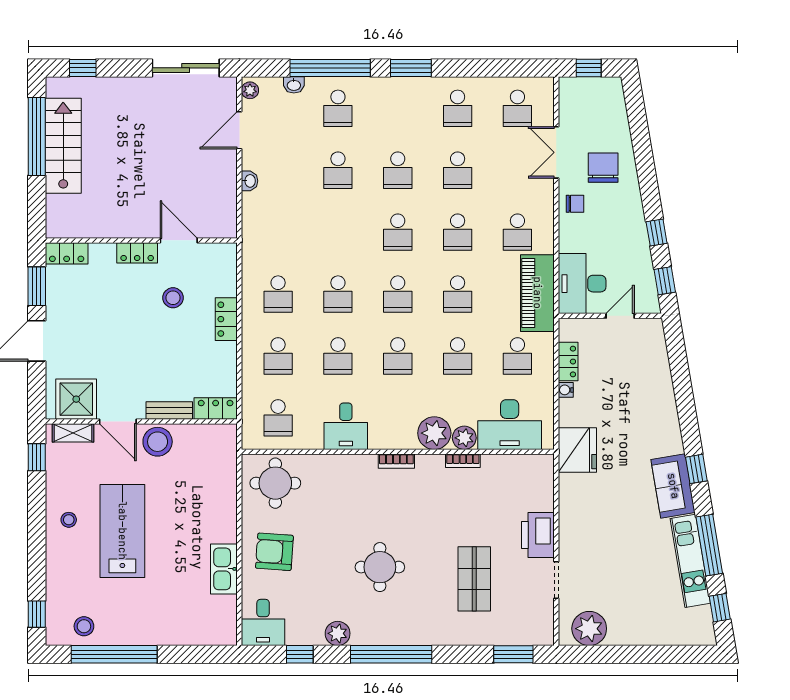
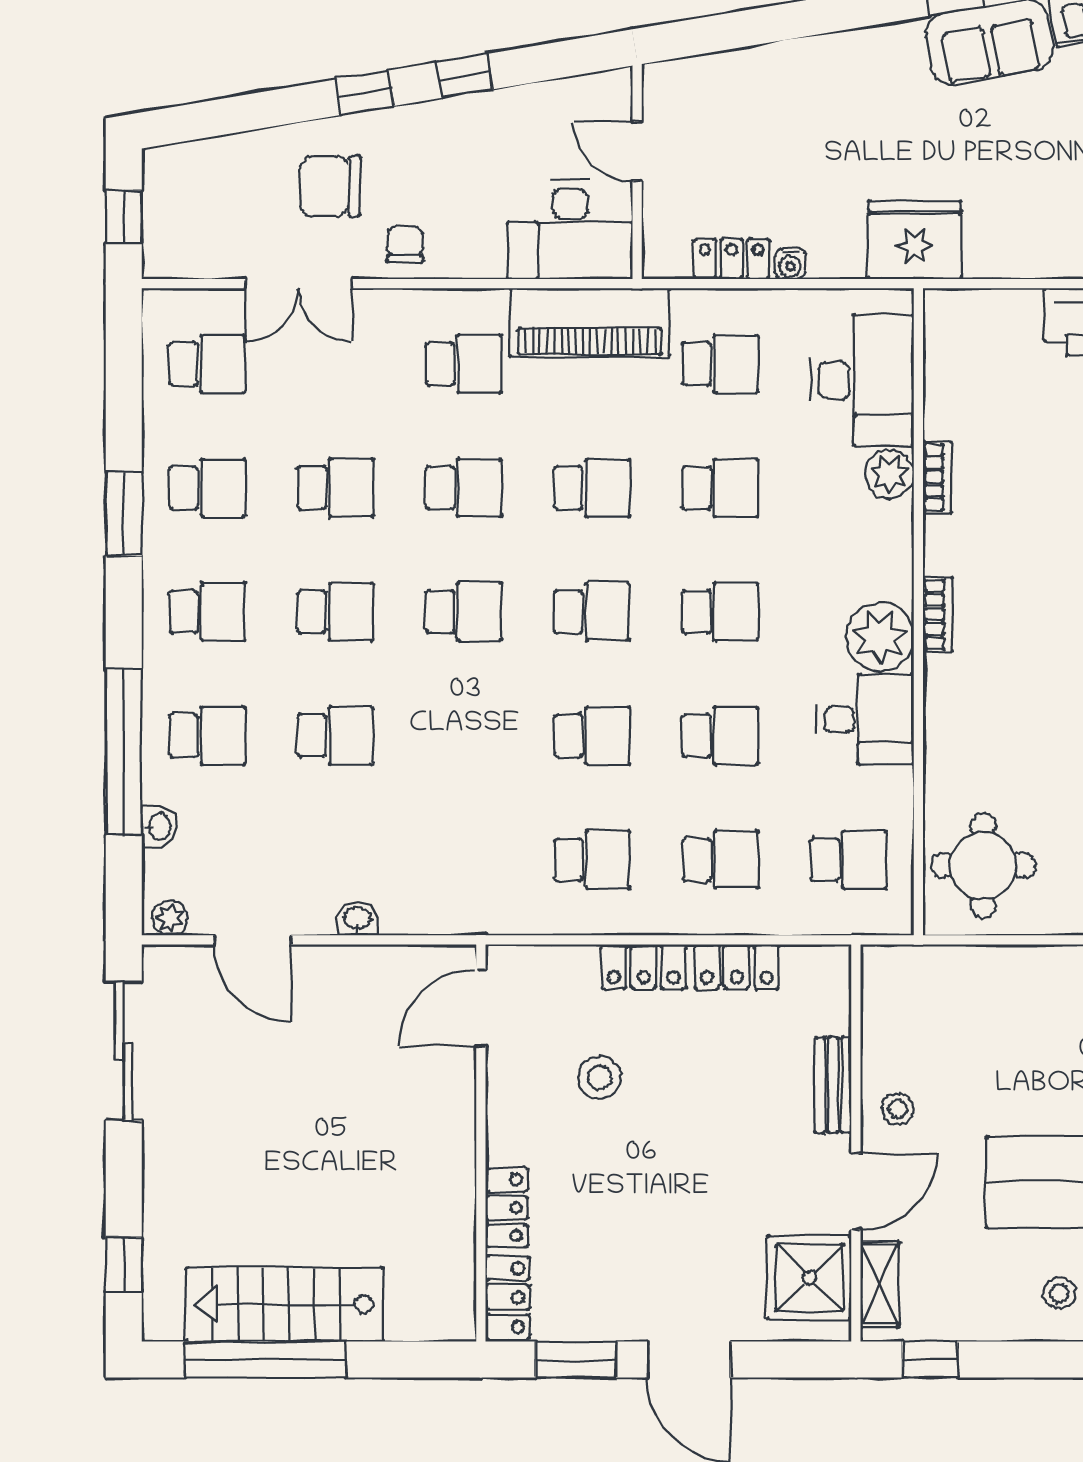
window: (411, 68) -> (124, 514), moved
school desk: (398, 108) -> (207, 612), added
door: (179, 240) -> (481, 1008), moved
locker: (137, 253) -> (507, 1208), moved
window: (665, 281) -> (364, 93), moved
locker: (216, 408) -> (737, 967), moved, turned -90
plant: (434, 433) -> (880, 637), moved
stool: (158, 442) -> (898, 1109), width x0.53, depth x0.53

